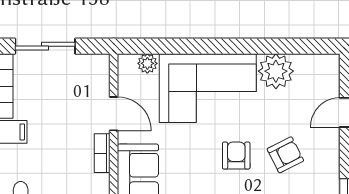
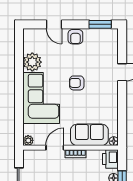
plant: (147, 63) -> (28, 140), moved
armchair: (285, 155) -> (75, 37), moved, turned -153

